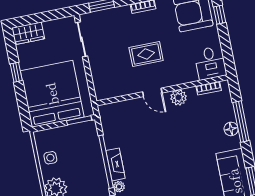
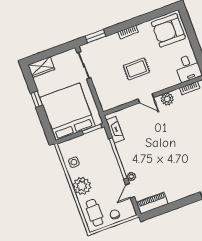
window: (220, 15) -> (189, 29), removed
fireplace: (116, 164) -> (115, 130), moved

